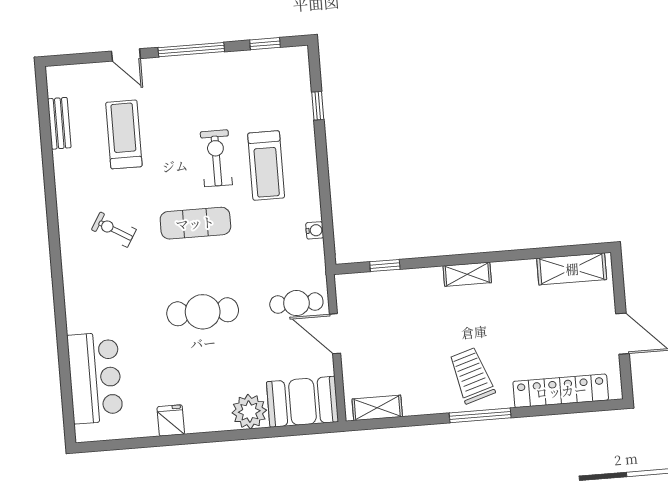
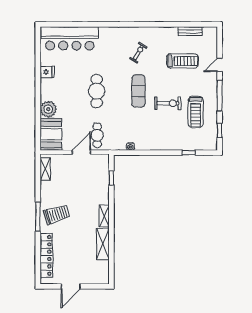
treadmill: (266, 166) -> (196, 112), moved, turned -90
shelving: (572, 269) -> (103, 244), moved
bar counter: (95, 378) -> (70, 38), width x1.36

